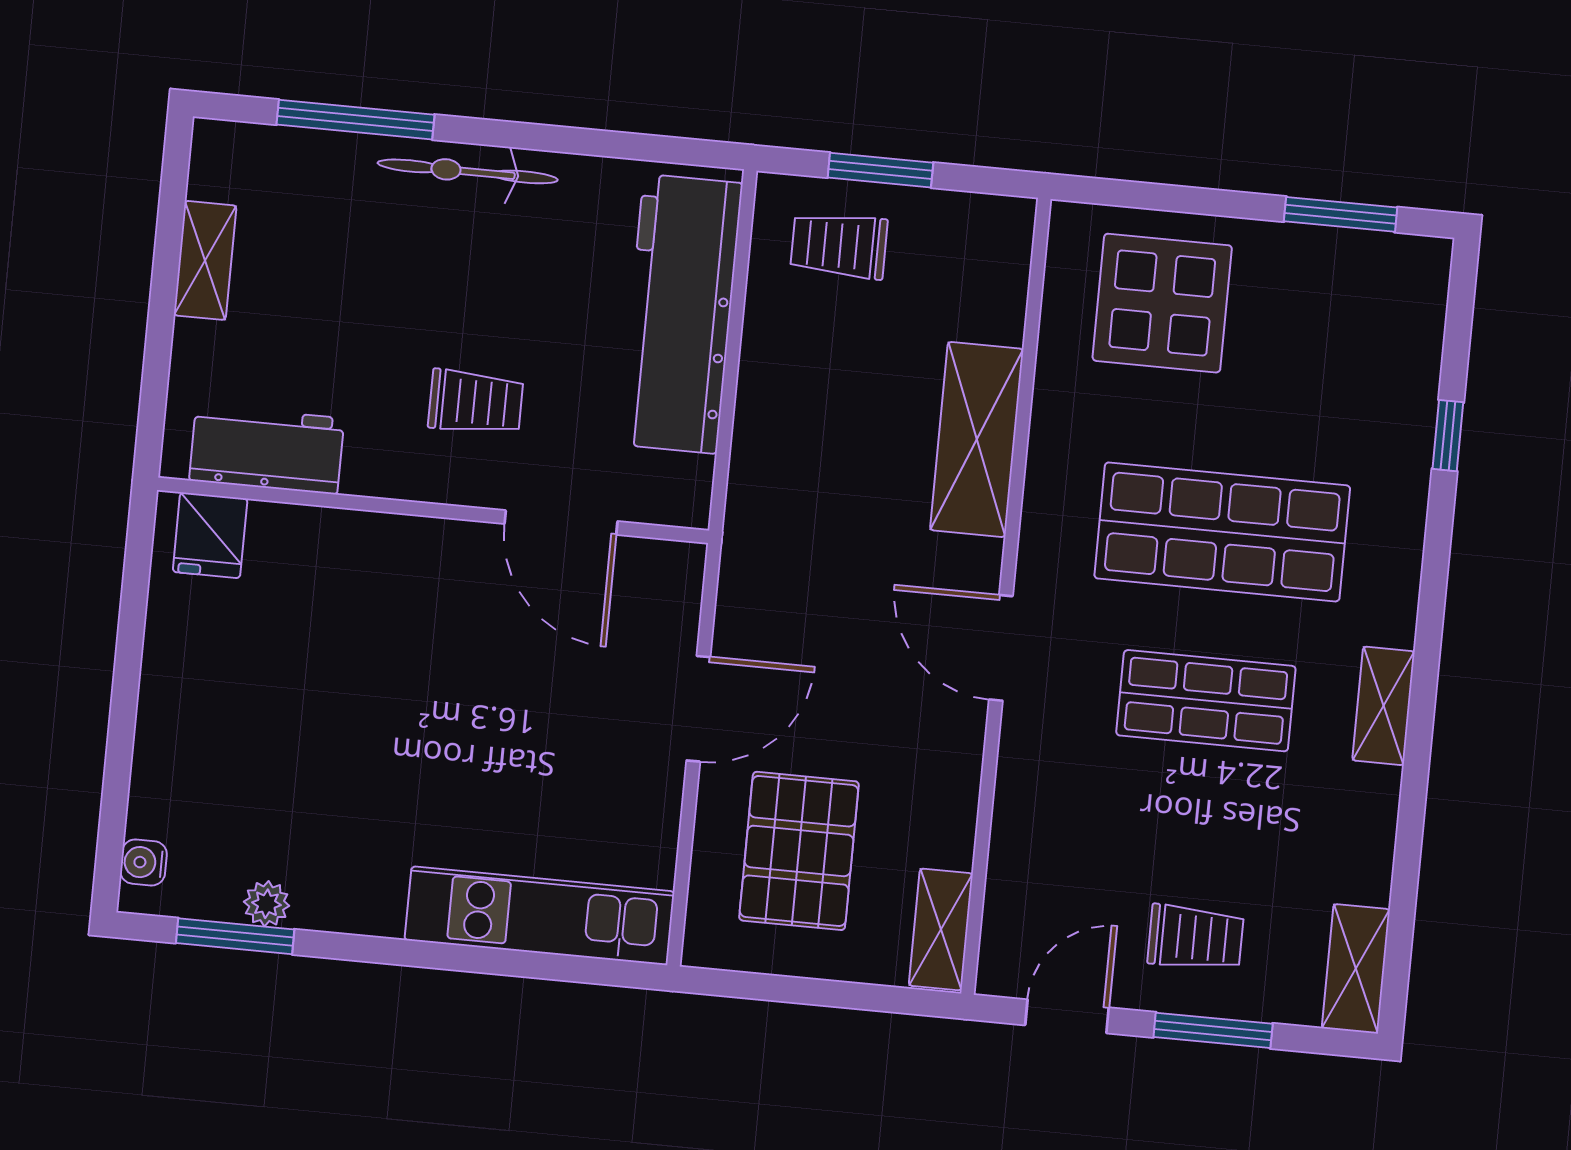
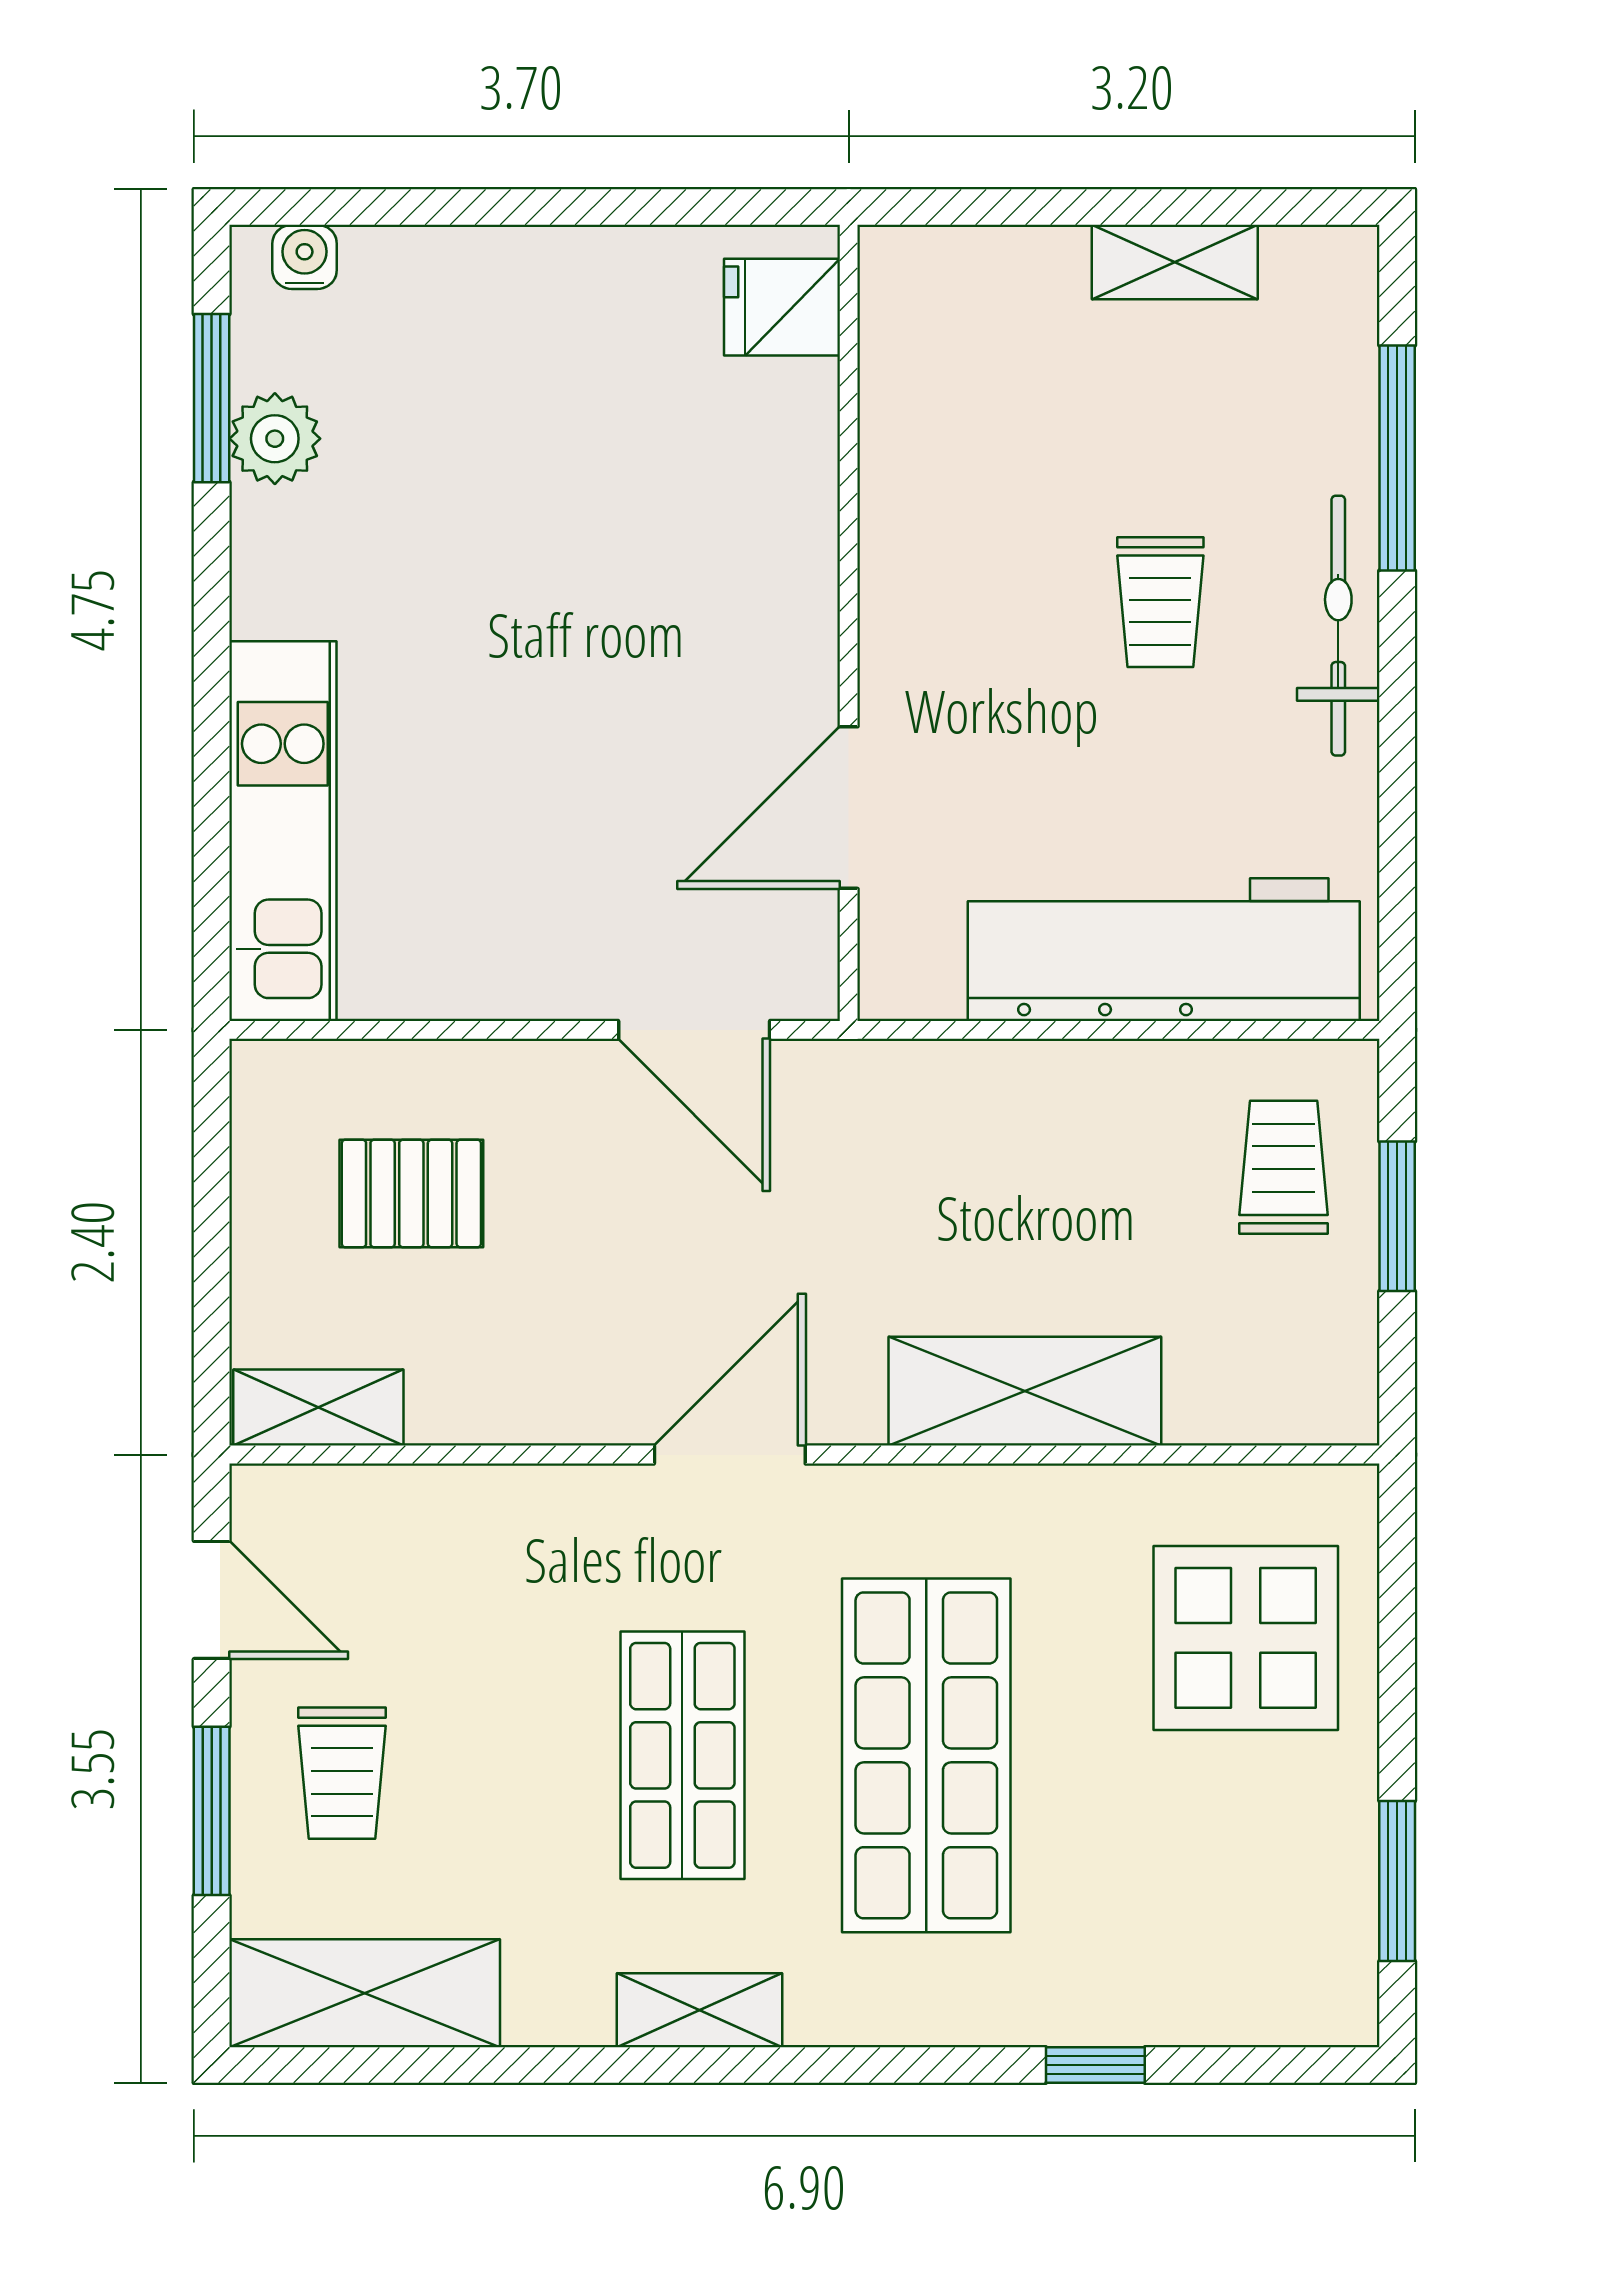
trolley: (476, 402) -> (1160, 602), moved
workbench: (267, 449) -> (913, 376), removed
door: (698, 709) -> (694, 1030), moved
pallet: (799, 851) -> (411, 1194), width x0.67, depth x0.71
plant: (267, 904) -> (275, 439), width x1.38, depth x1.38
shelving: (1356, 969) -> (365, 1993), width x1.50, depth x1.33

